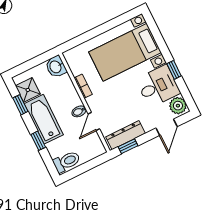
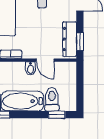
window: (38, 141) -> (57, 115), moved
toilet: (67, 161) -> (52, 99), moved

